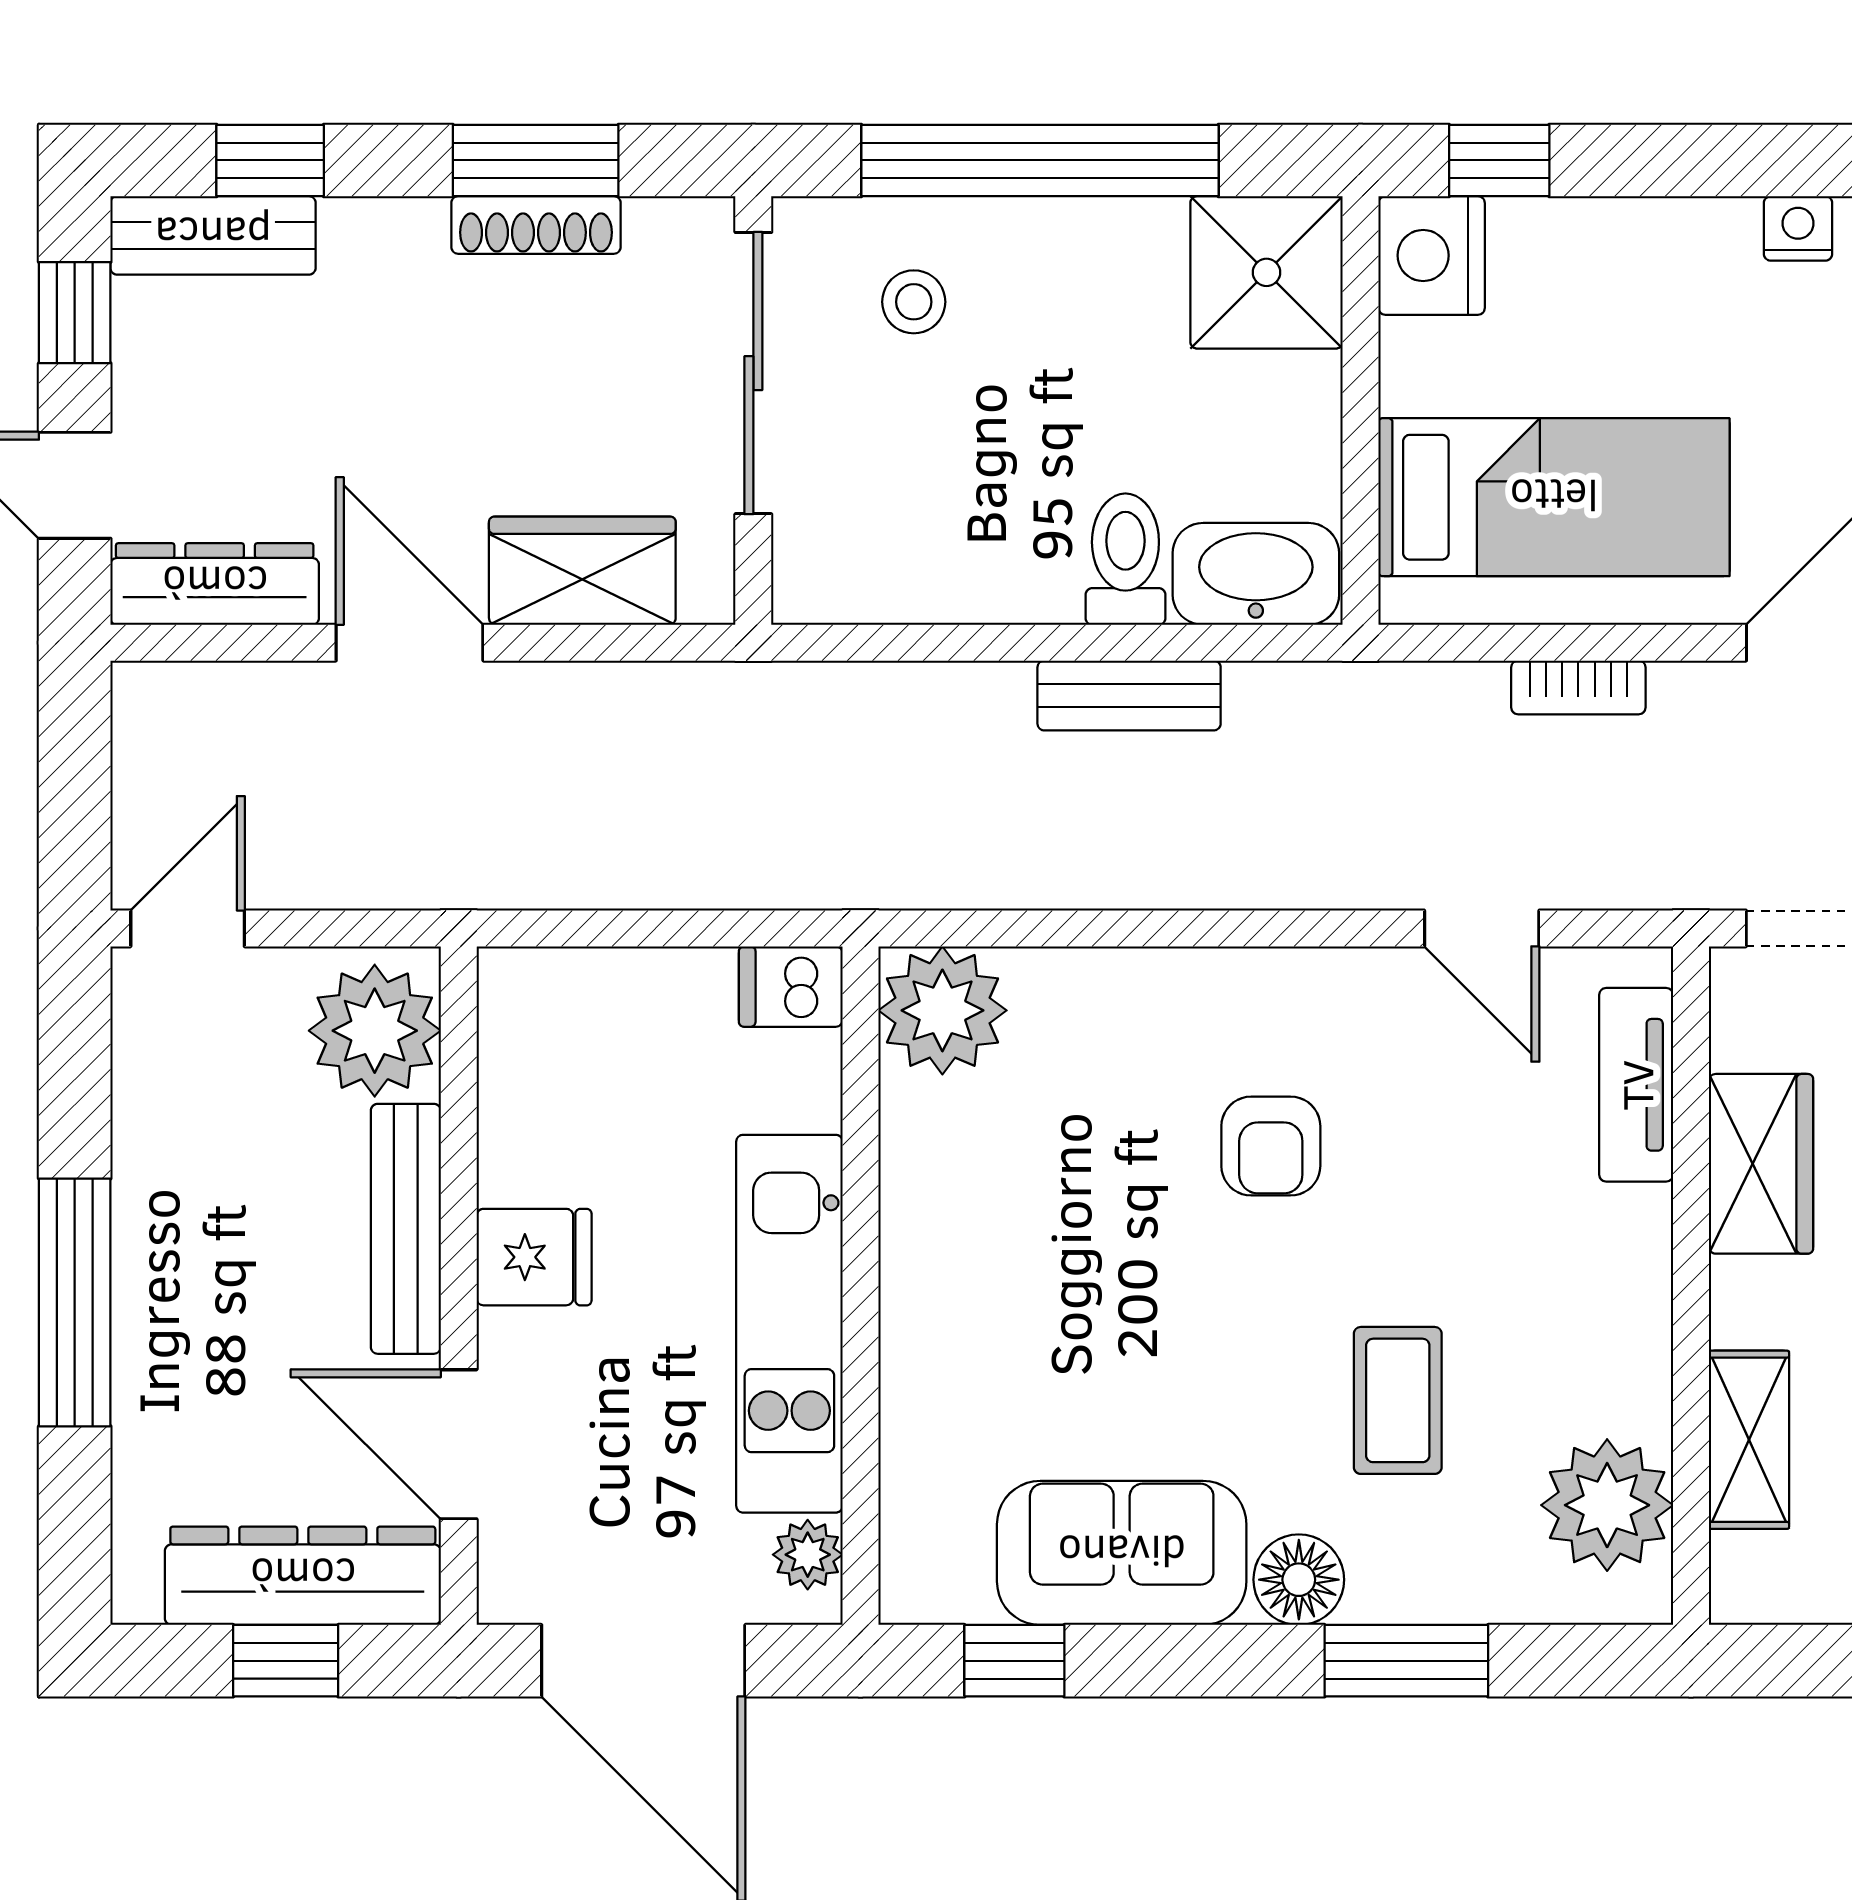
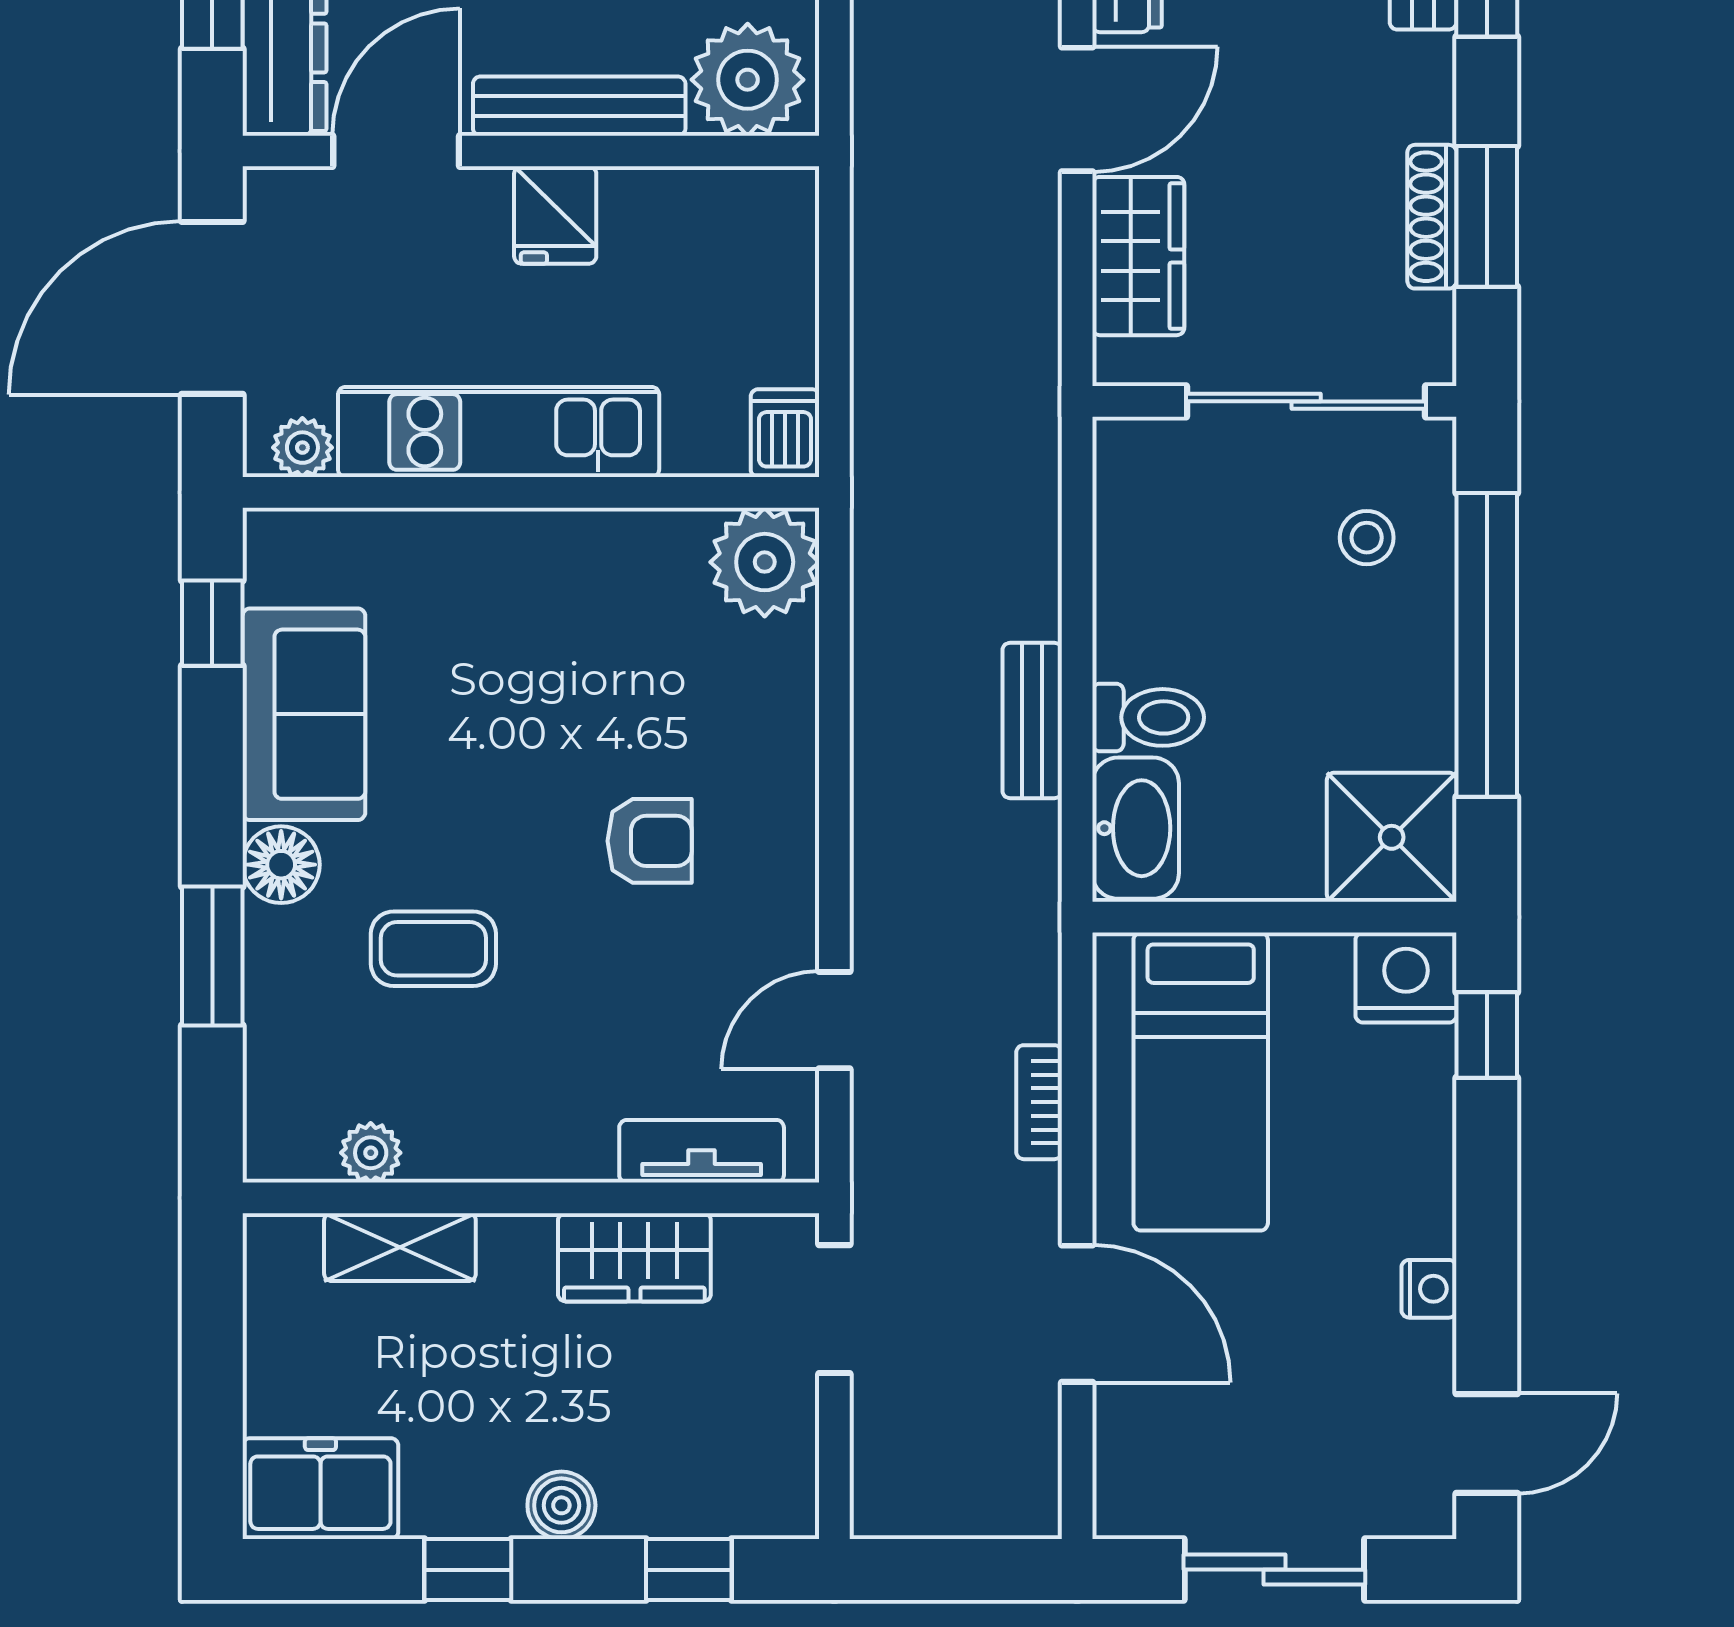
armchair: (1271, 1146) -> (650, 841), turned 180
plant: (1607, 1505) -> (371, 1153), width x0.53, depth x0.53

